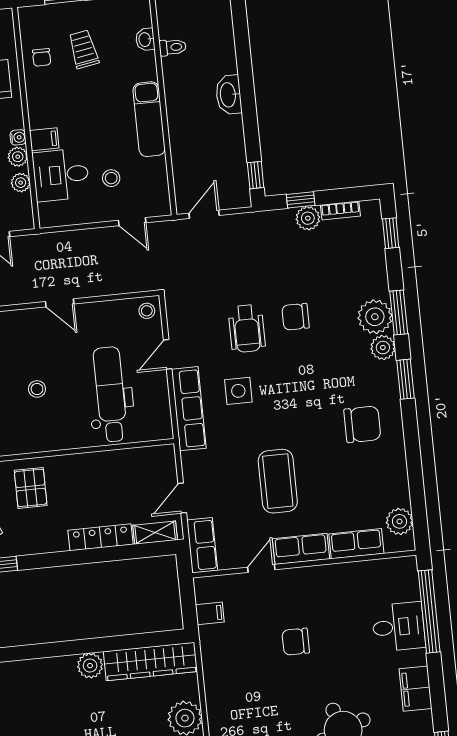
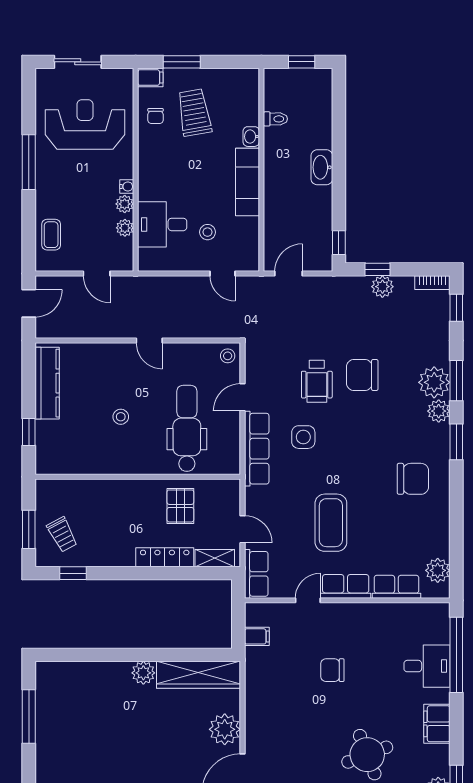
washbasin: (145, 39) -> (251, 137), moved
trolley: (84, 49) -> (194, 112), width x1.36, depth x1.39
filing cabinet: (44, 139) -> (150, 78), moved
bookcase: (340, 210) -> (432, 283), moved
chair: (296, 317) -> (362, 375), width x1.37, depth x1.37
pallet: (31, 488) -> (180, 506), moved
door: (182, 498) -> (243, 529), swing flipped

